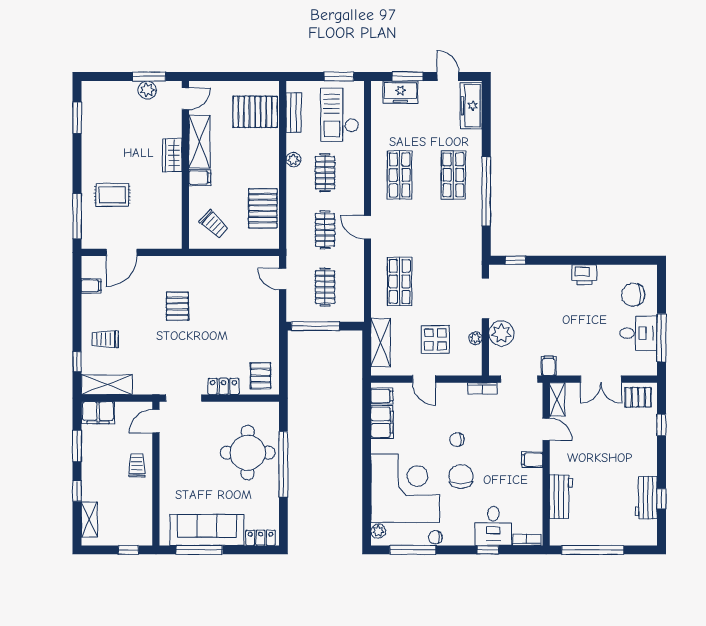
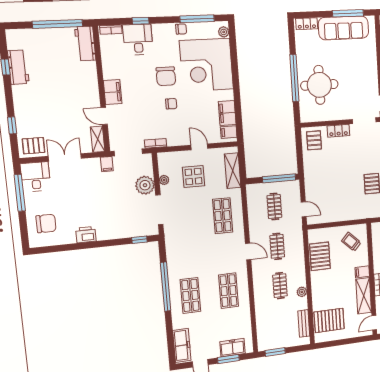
checkout: (340, 115) -> (273, 326), removed
desk: (638, 333) -> (36, 177), moved, turned 90
filing cabinet: (532, 460) -> (113, 92), width x2.00
workbench: (561, 497) -> (85, 44), moved

